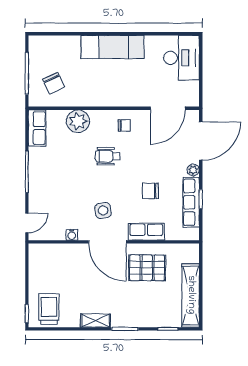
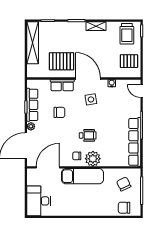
exam couch: (113, 47) -> (82, 176), moved, turned 180
chair: (53, 48) -> (124, 208), added
plant: (78, 121) -> (93, 159), moved
row of seats: (37, 128) -> (135, 142), width x2.02
door: (27, 223) -> (142, 91), hinge flipped
pallet: (46, 268) -> (129, 61), added

